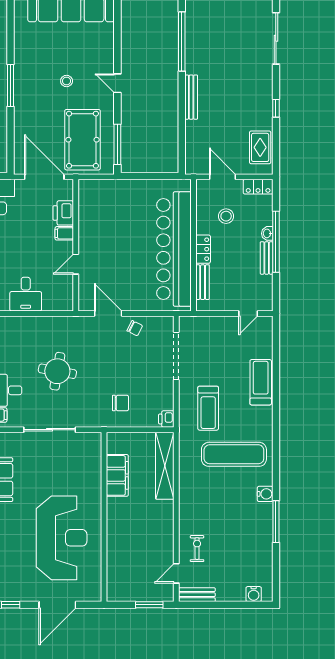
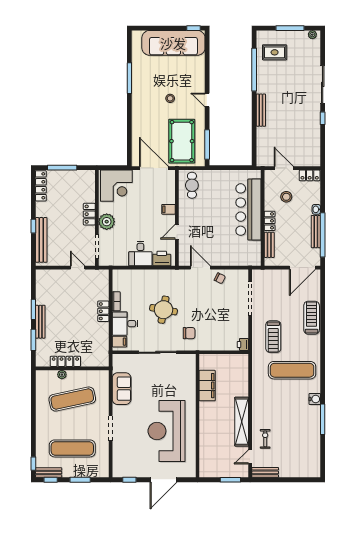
sliding door: (276, 38) -> (323, 84), moved
window: (11, 86) -> (129, 78), moved
rug: (260, 147) -> (275, 52), moved, turned 90
cafe table: (96, 200) -> (192, 185), added
printer: (63, 213) -> (162, 259), moved, turned 90
window: (276, 242) -> (323, 235), moved
bar counter: (174, 249) -> (248, 210), width x0.73
bench: (267, 258) -> (316, 232), width x1.36
door: (248, 313) -> (302, 268), width x1.87
chair: (120, 403) -> (189, 333), moved
shelving: (165, 466) -> (242, 422), moved
reception desk: (62, 538) -> (167, 431), turned 180
water cooler: (254, 594) -> (306, 472), removed

